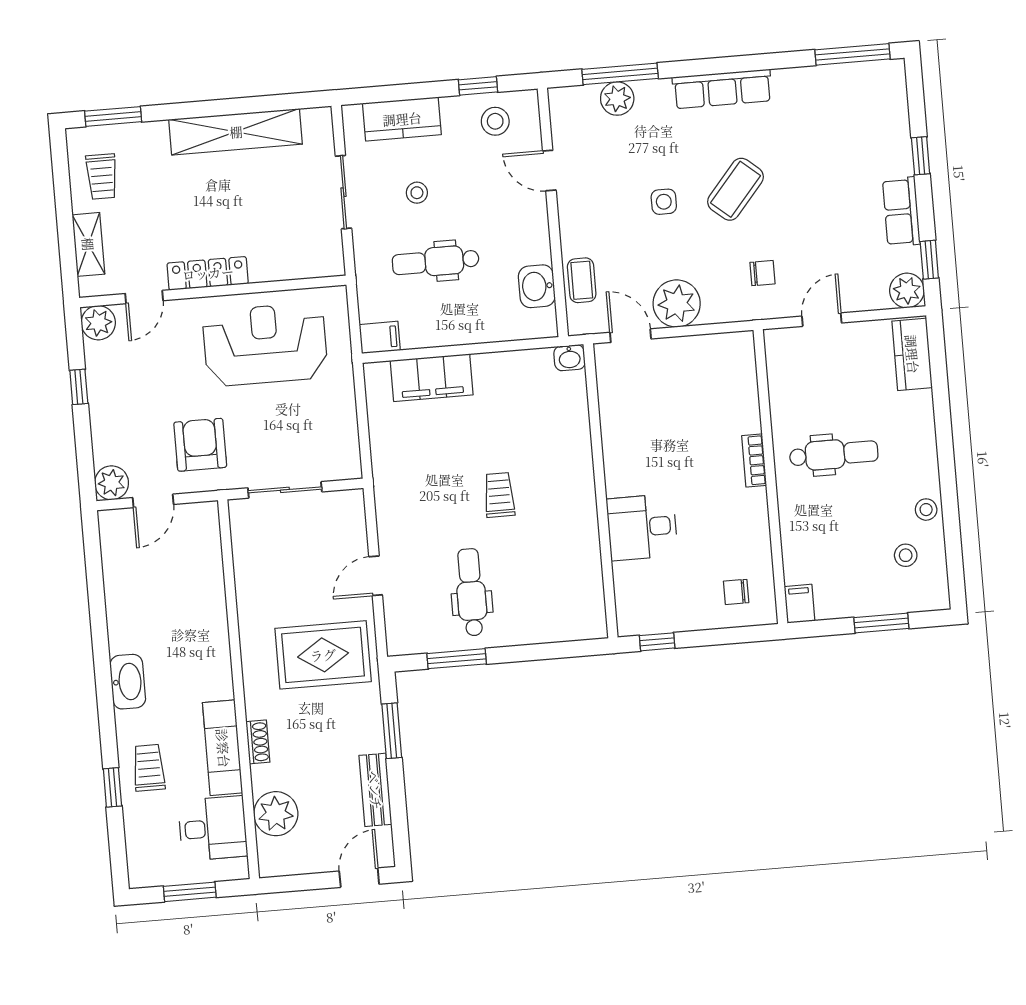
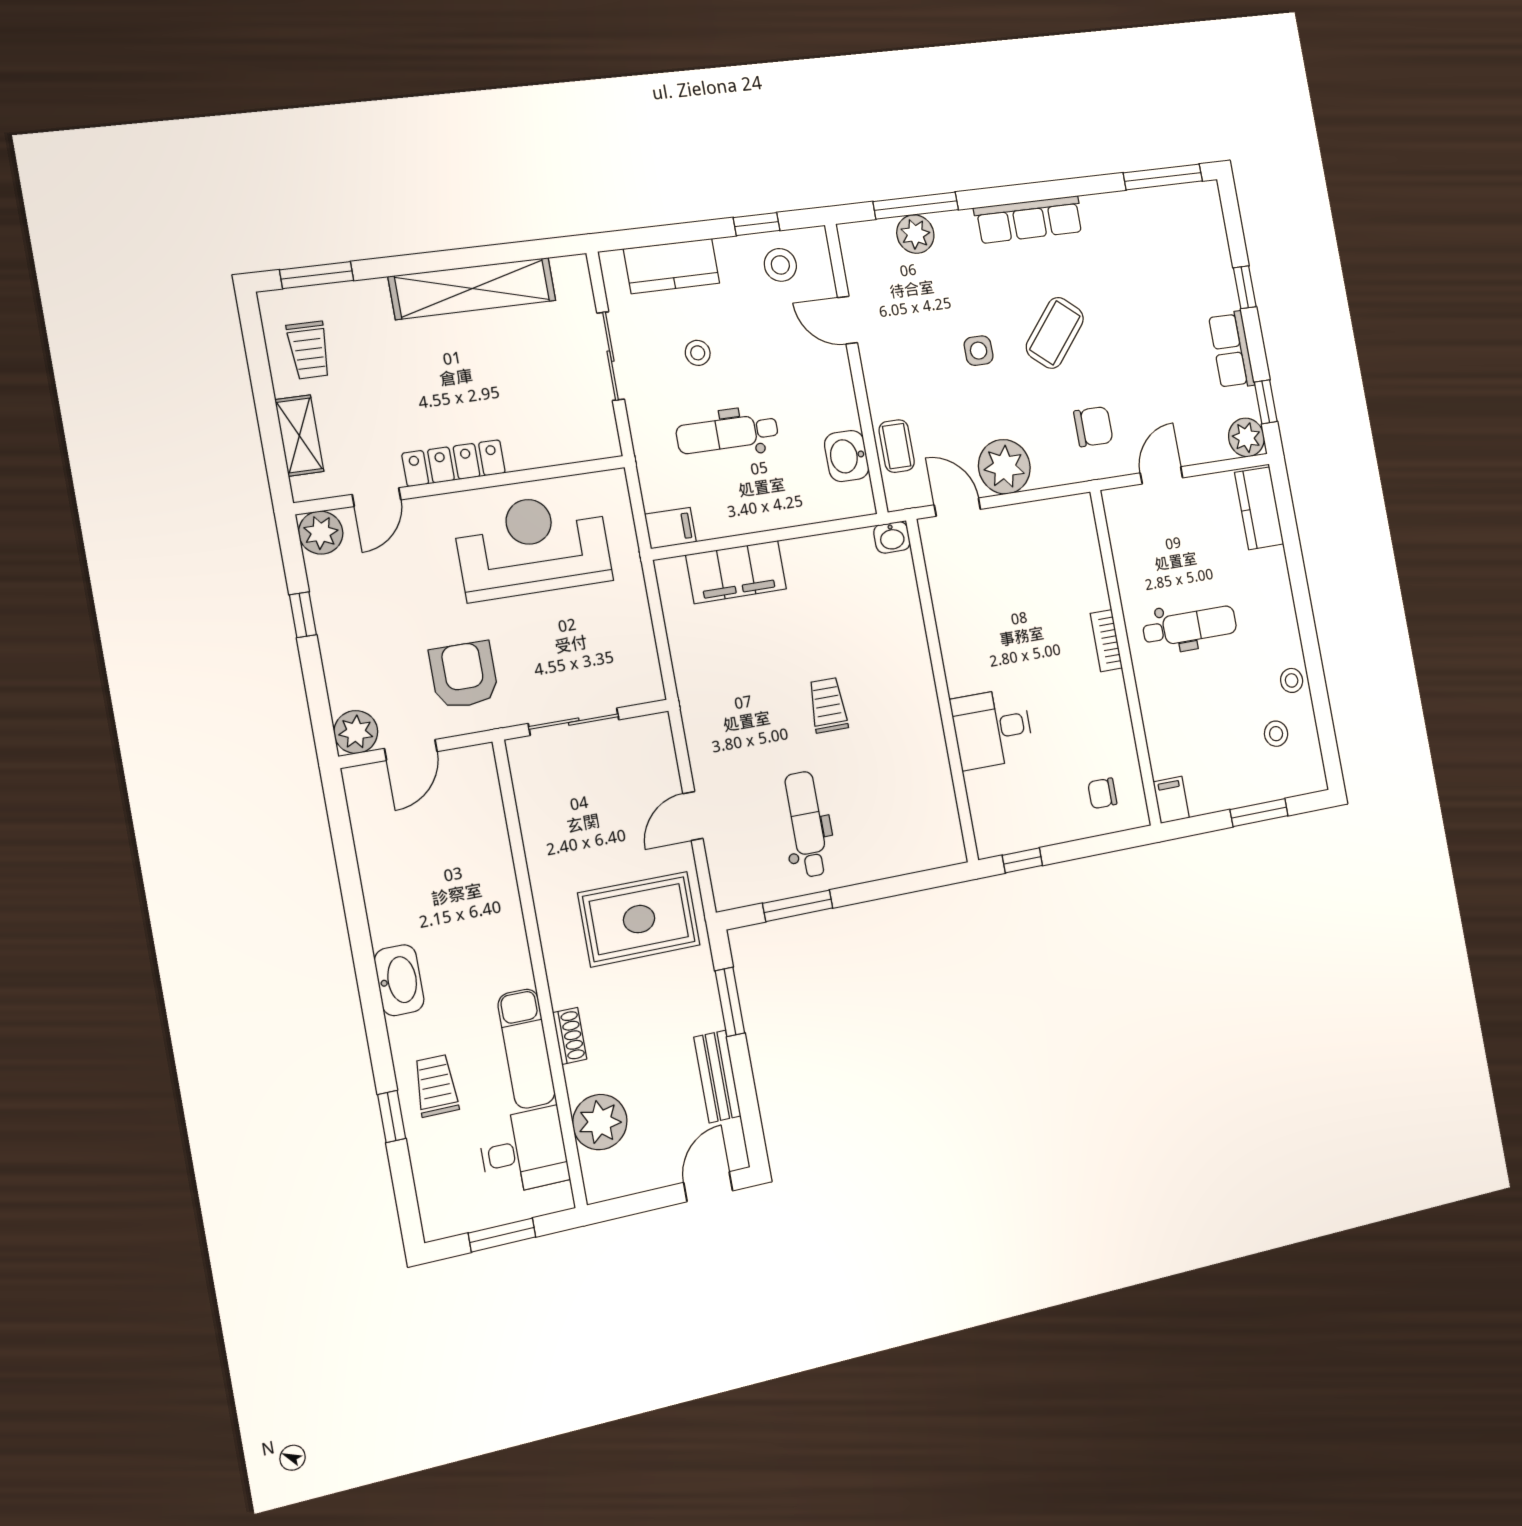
chair: (762, 273) -> (1093, 427), width x1.37, depth x1.37

